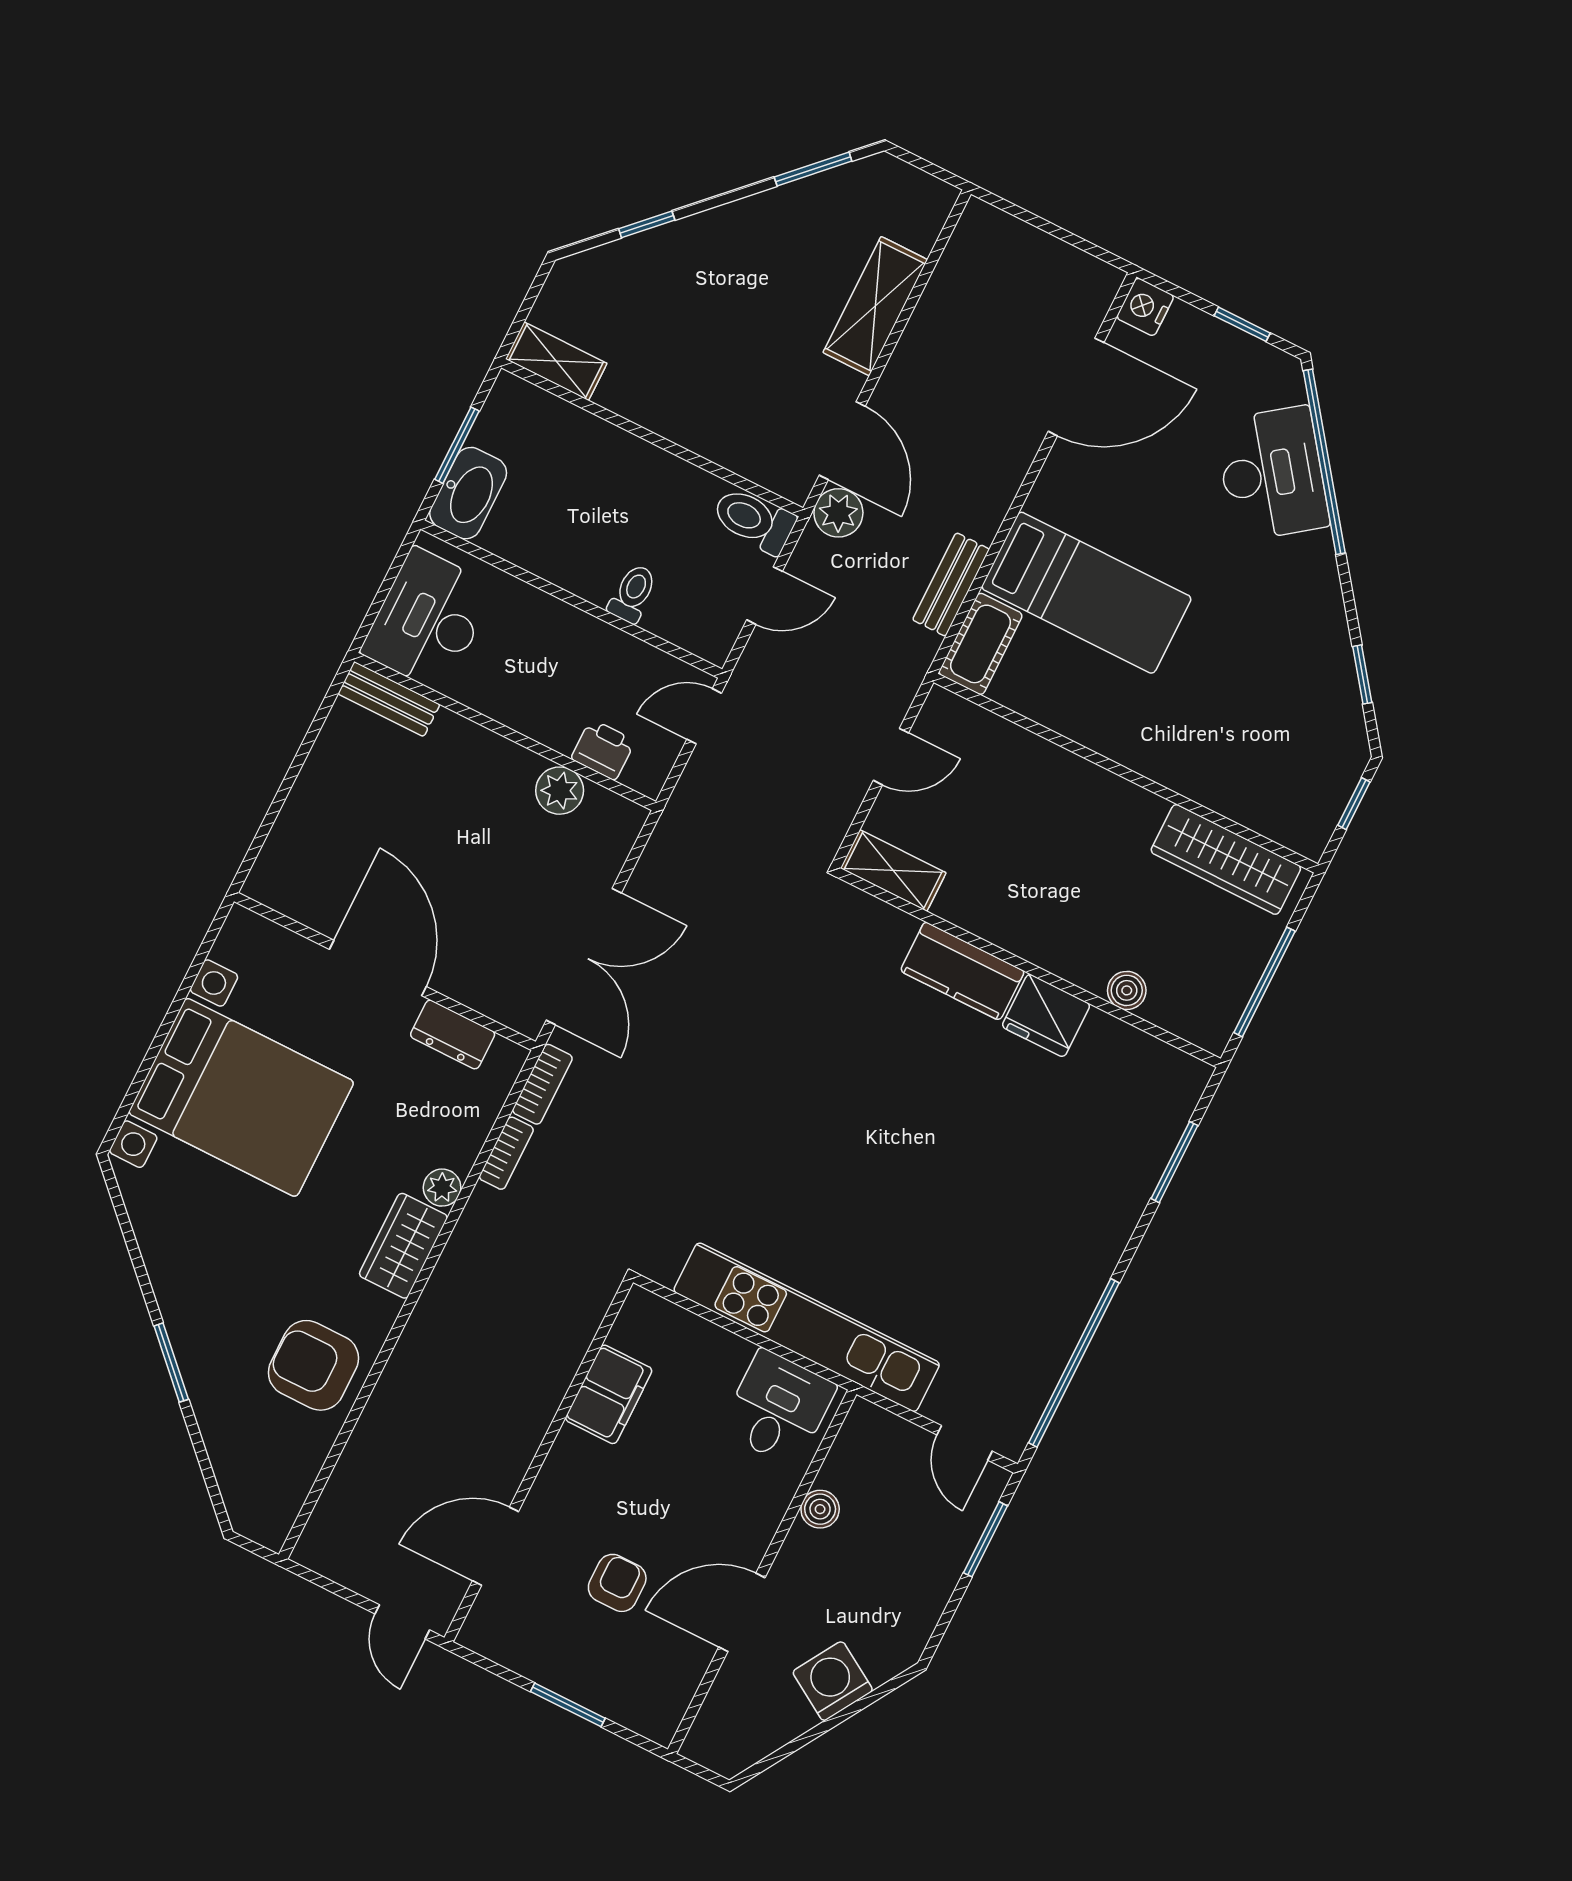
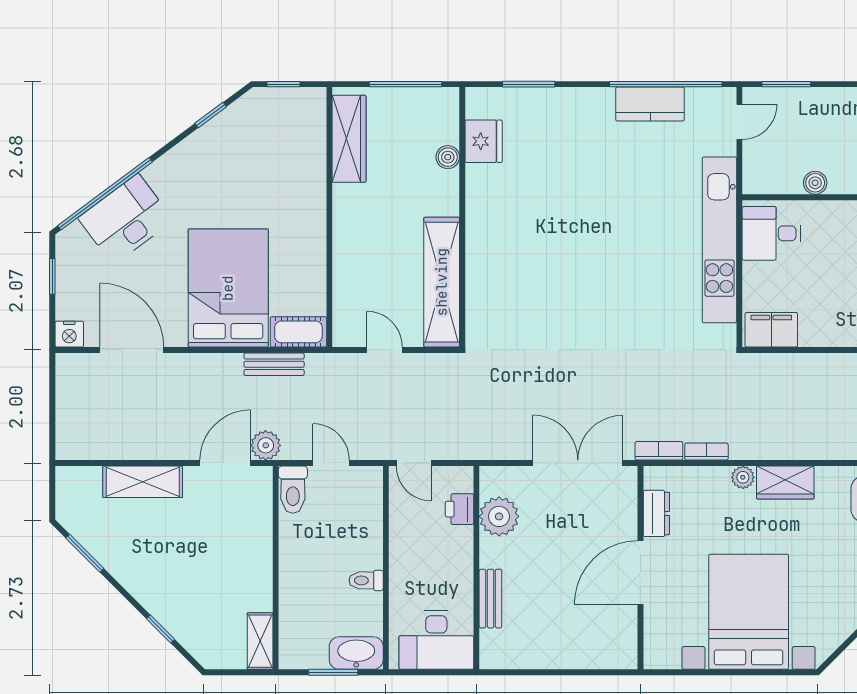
bed: (1086, 593) -> (228, 288), width x1.50
toilet: (633, 594) -> (366, 580), moved
bench: (389, 699) -> (490, 599), moved
plant: (560, 791) -> (499, 516), width x1.36, depth x1.36
shelving: (893, 870) -> (442, 282), width x2.20, depth x1.33
kitchen counter: (962, 971) -> (650, 104), moved, turned 90
fridge: (1046, 1015) -> (484, 141), moved
filing cabinet: (609, 1394) -> (771, 330), moved

